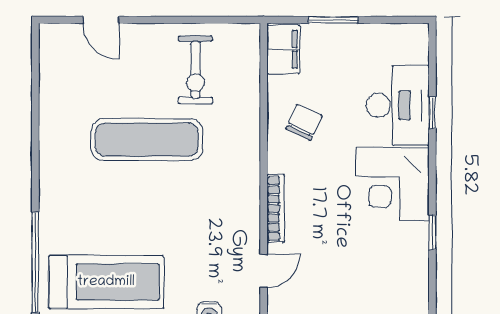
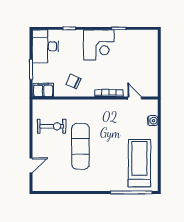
desk: (398, 105) -> (45, 46), moved, turned -90

